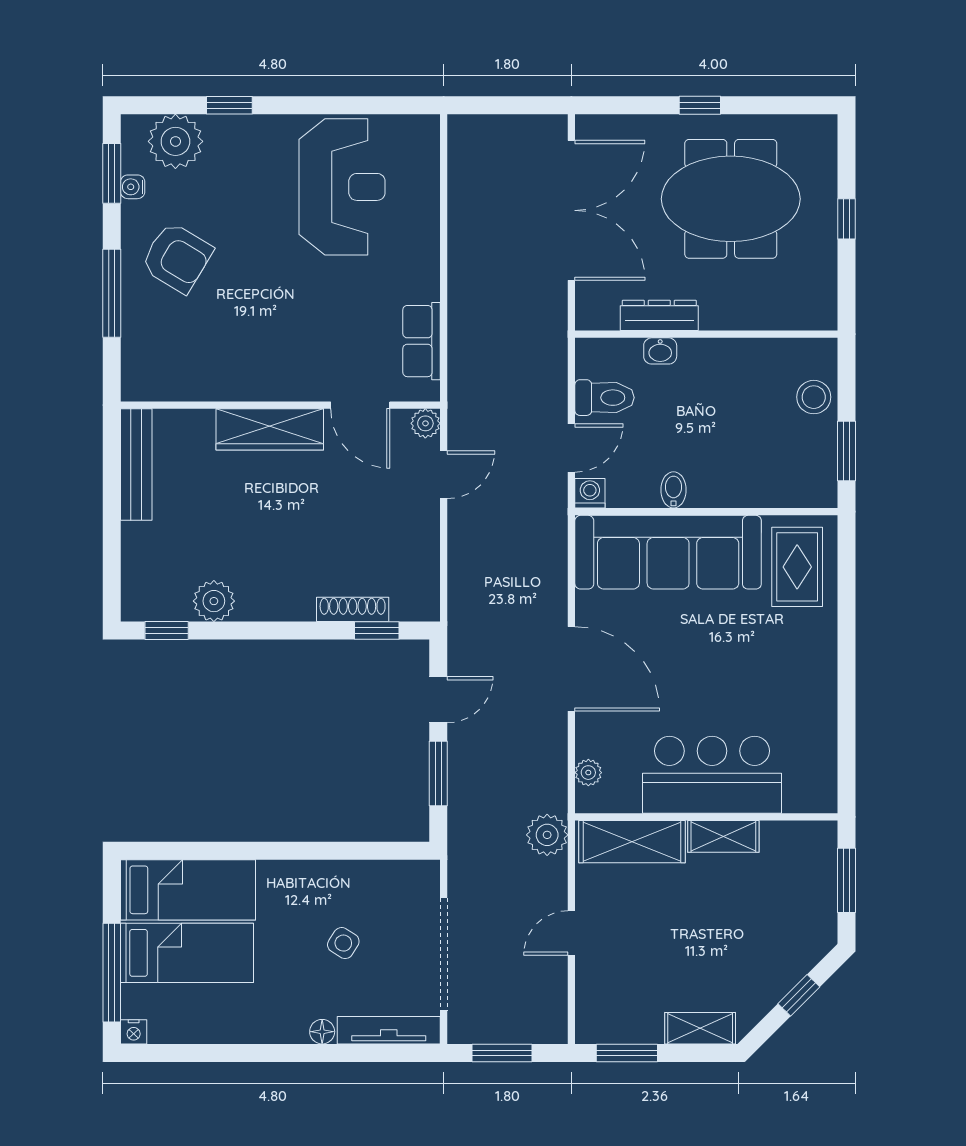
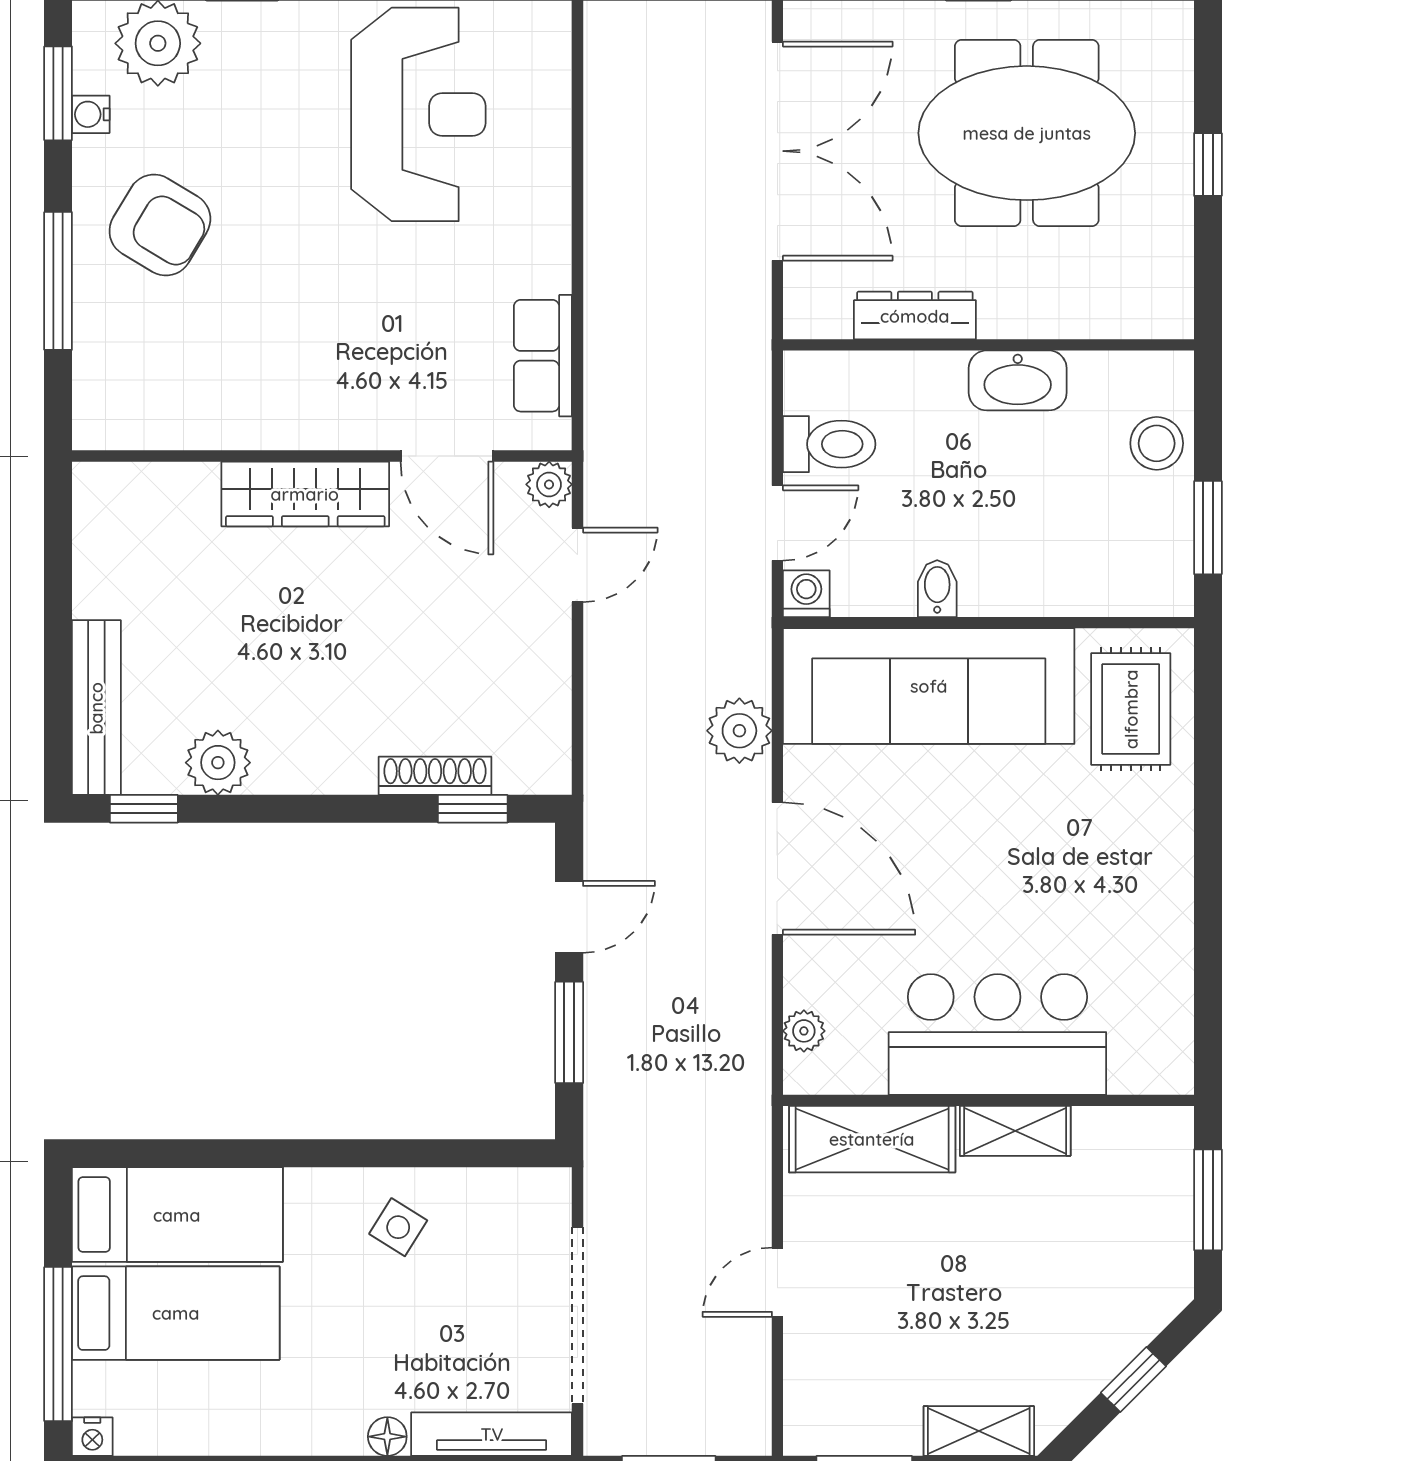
washbasin: (660, 351) -> (1018, 380), moved, width x1.91, depth x1.45
bench: (136, 465) -> (96, 708), moved
plant: (547, 835) -> (739, 731), moved
side table: (343, 943) -> (398, 1227), moved

